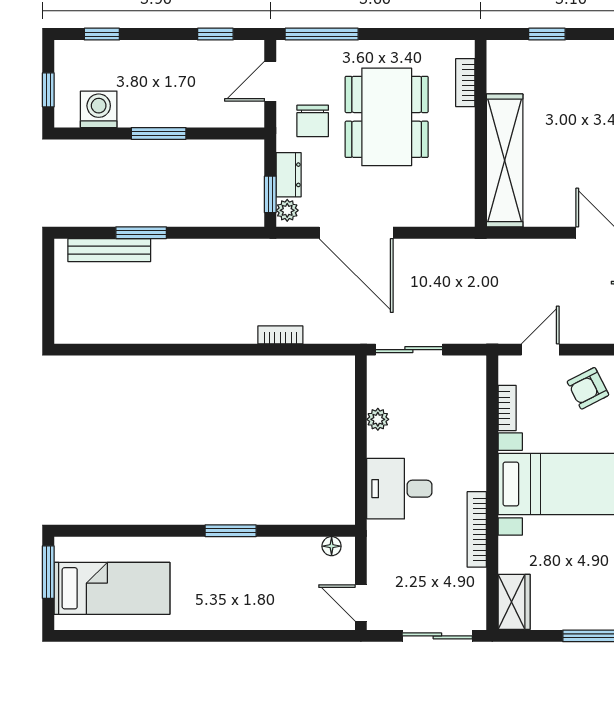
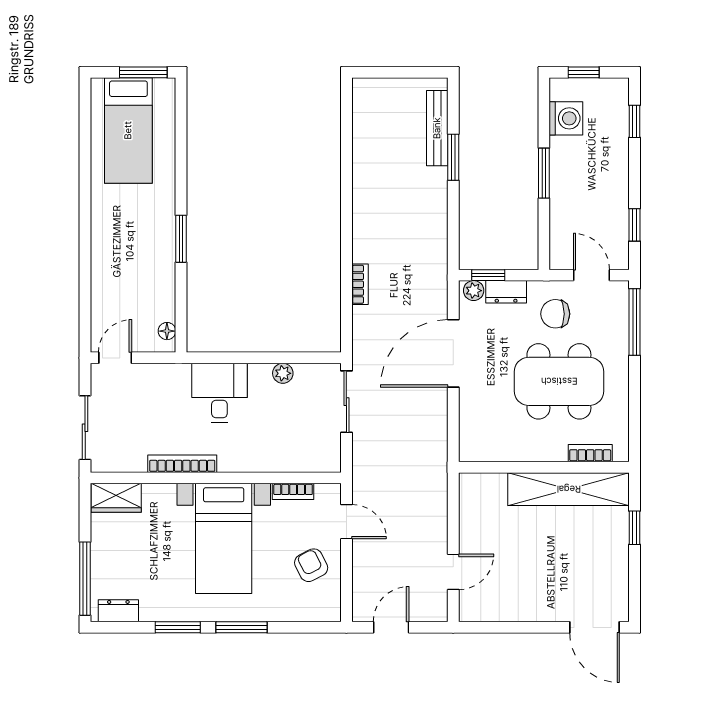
shelving: (505, 160) -> (569, 489), moved

